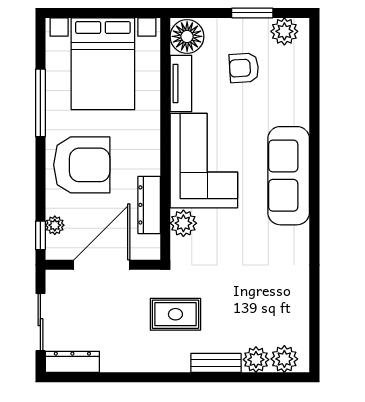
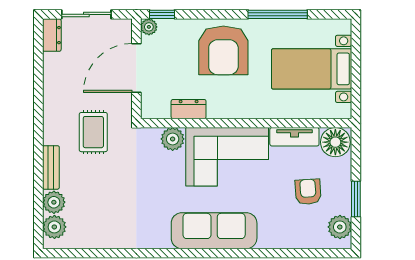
bed with nightstands: (103, 64) -> (312, 69), width x0.73
dresser: (149, 205) -> (189, 109), width x0.70
plant: (55, 225) -> (149, 27), moved
door: (102, 265) -> (136, 68), swing flipped
dresser: (72, 362) -> (52, 35), width x0.70

